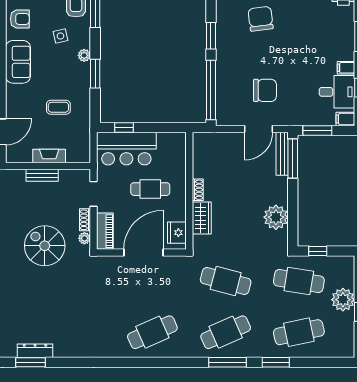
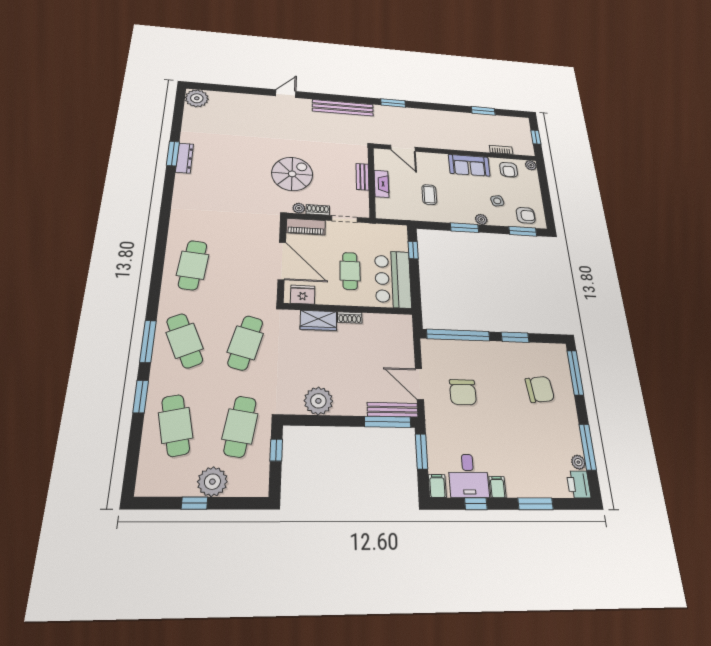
bar counter: (126, 149) -> (393, 279), moved
cafe table: (152, 332) -> (193, 265), turned 30

